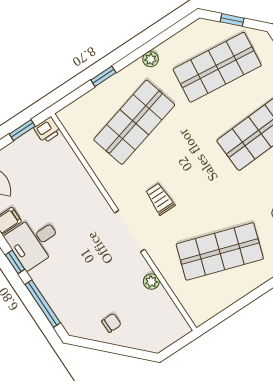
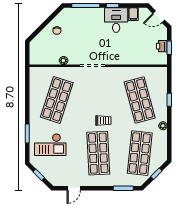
printer: (47, 130) -> (162, 46), moved
trolley: (160, 199) -> (103, 121), moved

